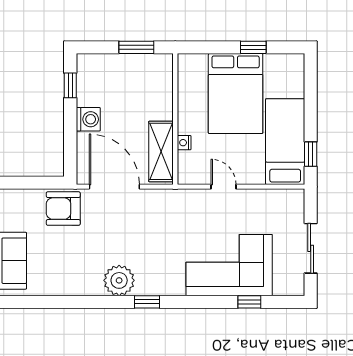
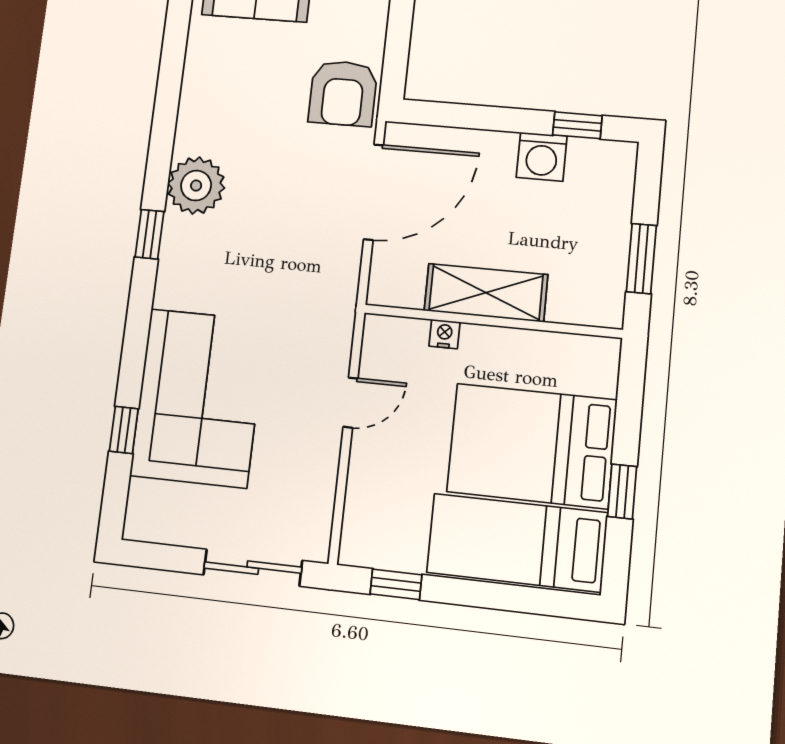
washing machine: (88, 119) -> (542, 157), moved
bed: (285, 142) -> (517, 543), moved, turned 180
shelving: (161, 151) -> (486, 293), moved
armchair: (63, 209) -> (343, 93), turned 180
sliding door: (311, 248) -> (253, 568), moved

